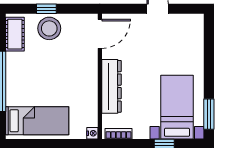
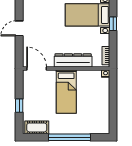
stool: (49, 28) -> (33, 104), removed
bed: (37, 121) -> (66, 92), moved, turned 180

